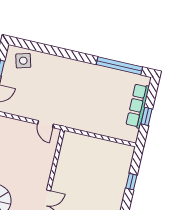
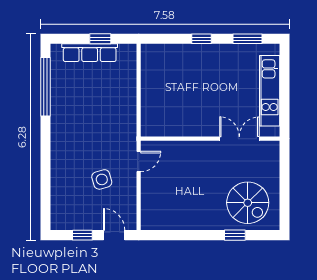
side table: (23, 61) -> (102, 179), moved
window: (131, 182) -> (202, 39), moved

